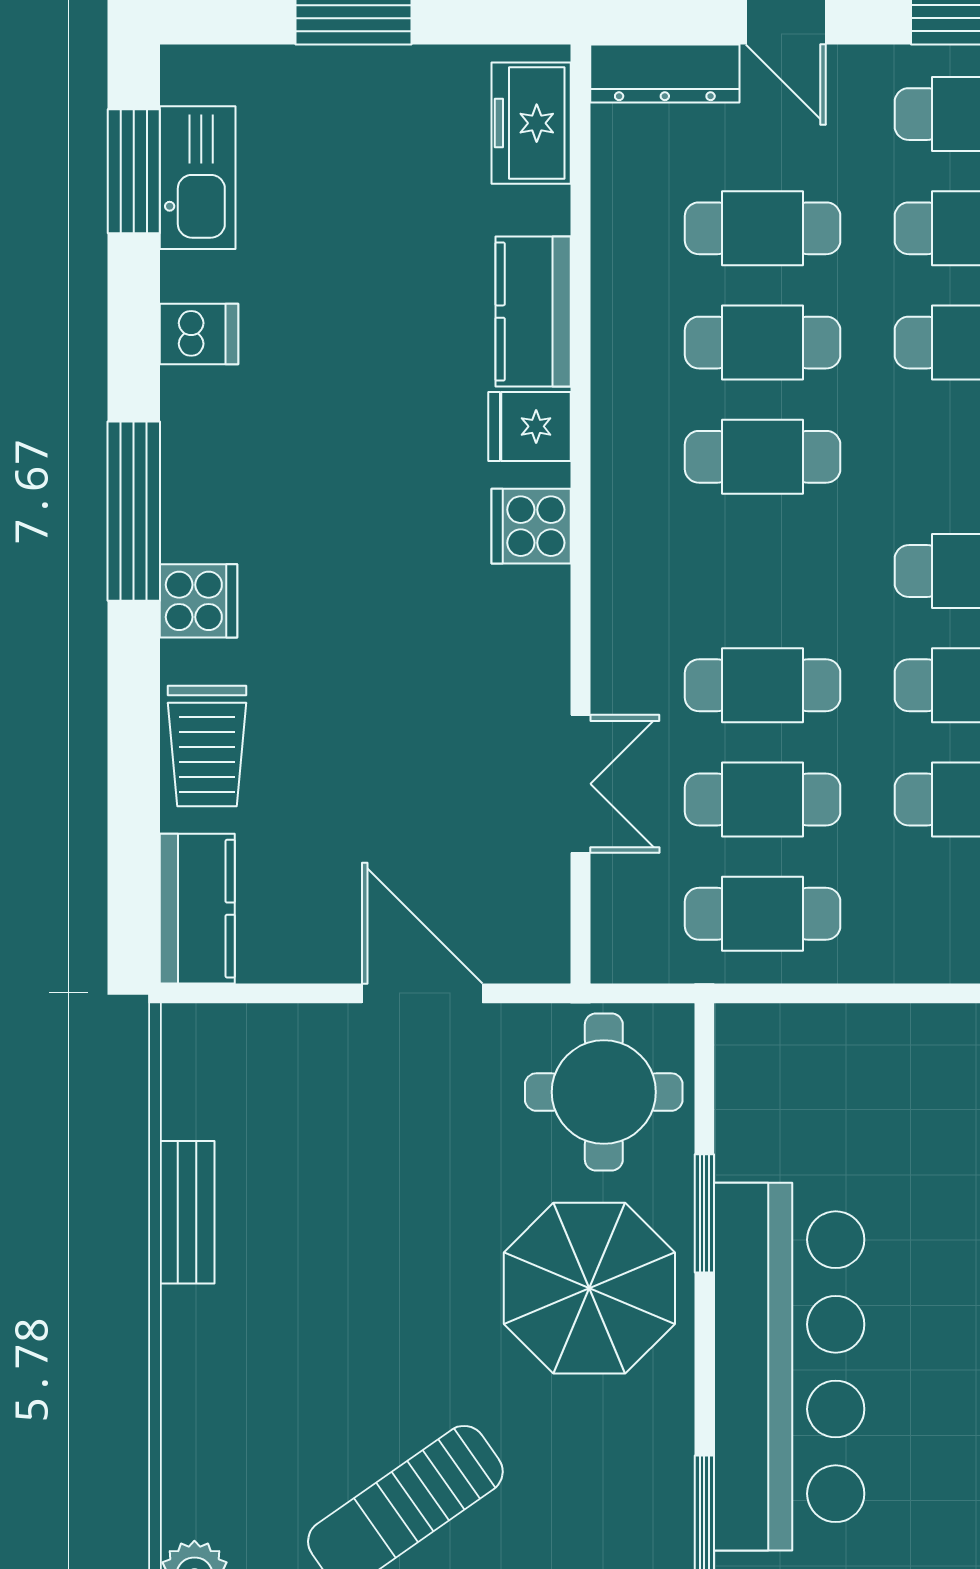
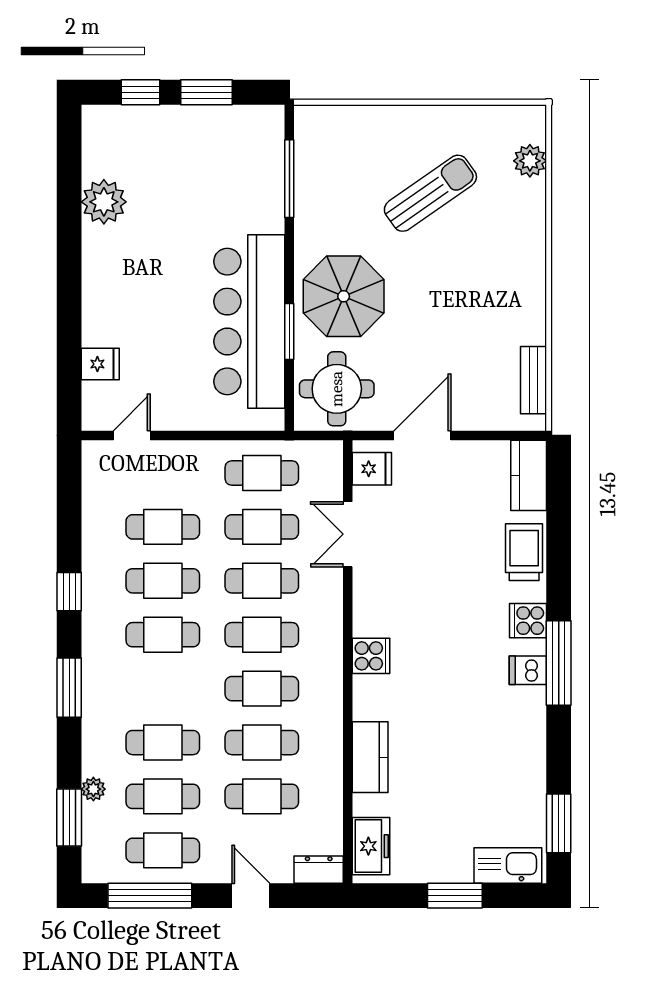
dresser: (665, 73) -> (319, 870), width x0.70
kitchen sink: (198, 178) -> (508, 865), moved, turned 90
dishwasher: (199, 334) -> (528, 670), moved
fridge: (530, 426) -> (372, 469), moved
cafe table: (763, 571) -> (262, 635), added
door: (422, 993) -> (422, 435), swing flipped
bench: (187, 1212) -> (533, 380), moved
bar counter: (789, 1367) -> (249, 322), moved

